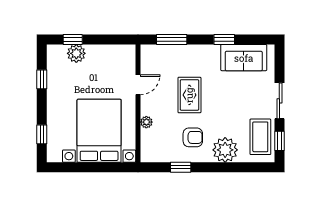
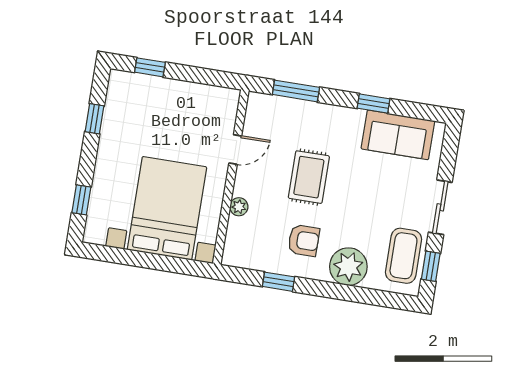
plant: (76, 53) -> (152, 89), removed

